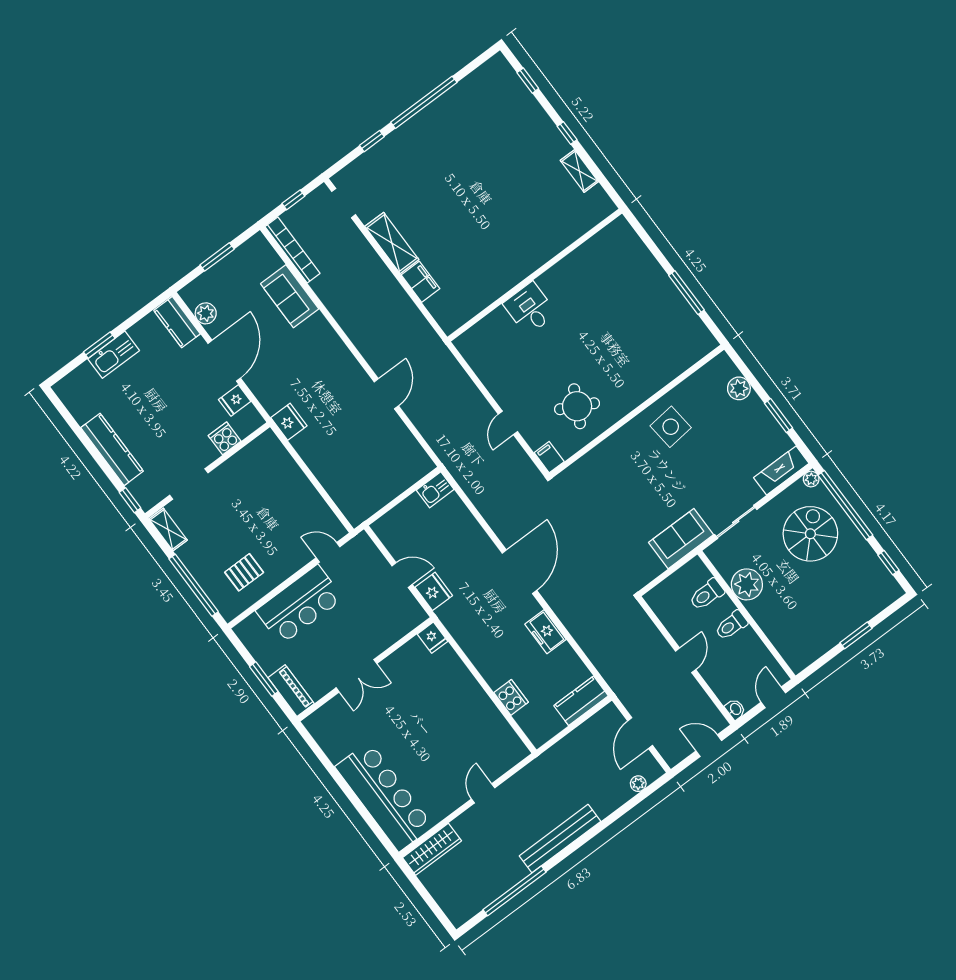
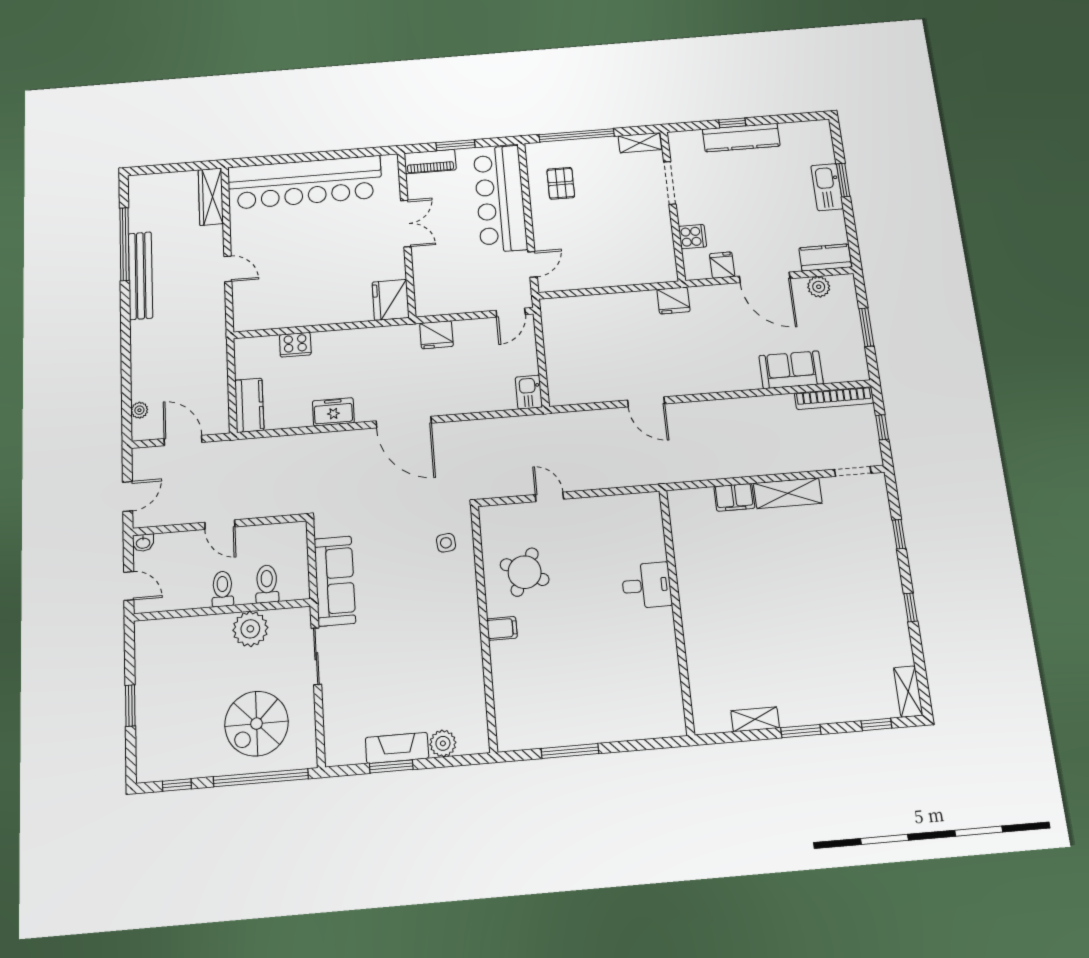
shelving: (489, 70) -> (908, 692), added
window: (424, 102) -> (911, 607), width x0.32
window: (567, 133) -> (801, 731), width x1.50
side table: (671, 427) -> (446, 543), moved, width x0.54, depth x0.54
filing cabinet: (549, 457) -> (502, 628), moved
fireplace: (781, 470) -> (397, 748), moved, turned -90
plant: (811, 479) -> (309, 759), removed
window: (130, 500) -> (732, 123), moved
spiral stairs: (810, 534) -> (257, 724), turned 90
sofa: (681, 539) -> (335, 581), width x1.36
door: (402, 575) -> (511, 313), moved
bar counter: (299, 605) -> (500, 199), width x1.36
fridge: (433, 638) -> (391, 300), width x1.88, depth x1.34
double door: (357, 676) -> (406, 224), swing flipped
bar counter: (384, 797) -> (305, 182), width x1.36
bench: (560, 839) -> (140, 276), moved

